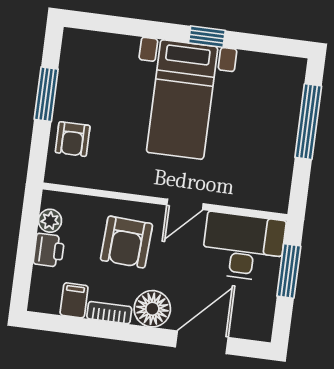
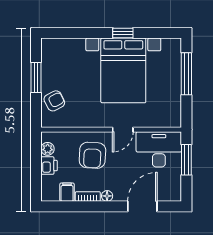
bed with nightstands: (182, 100) -> (123, 70), width x1.36
armchair: (73, 139) -> (54, 101), turned -118
floor lamp: (152, 309) -> (107, 196), width x0.53, depth x0.53

